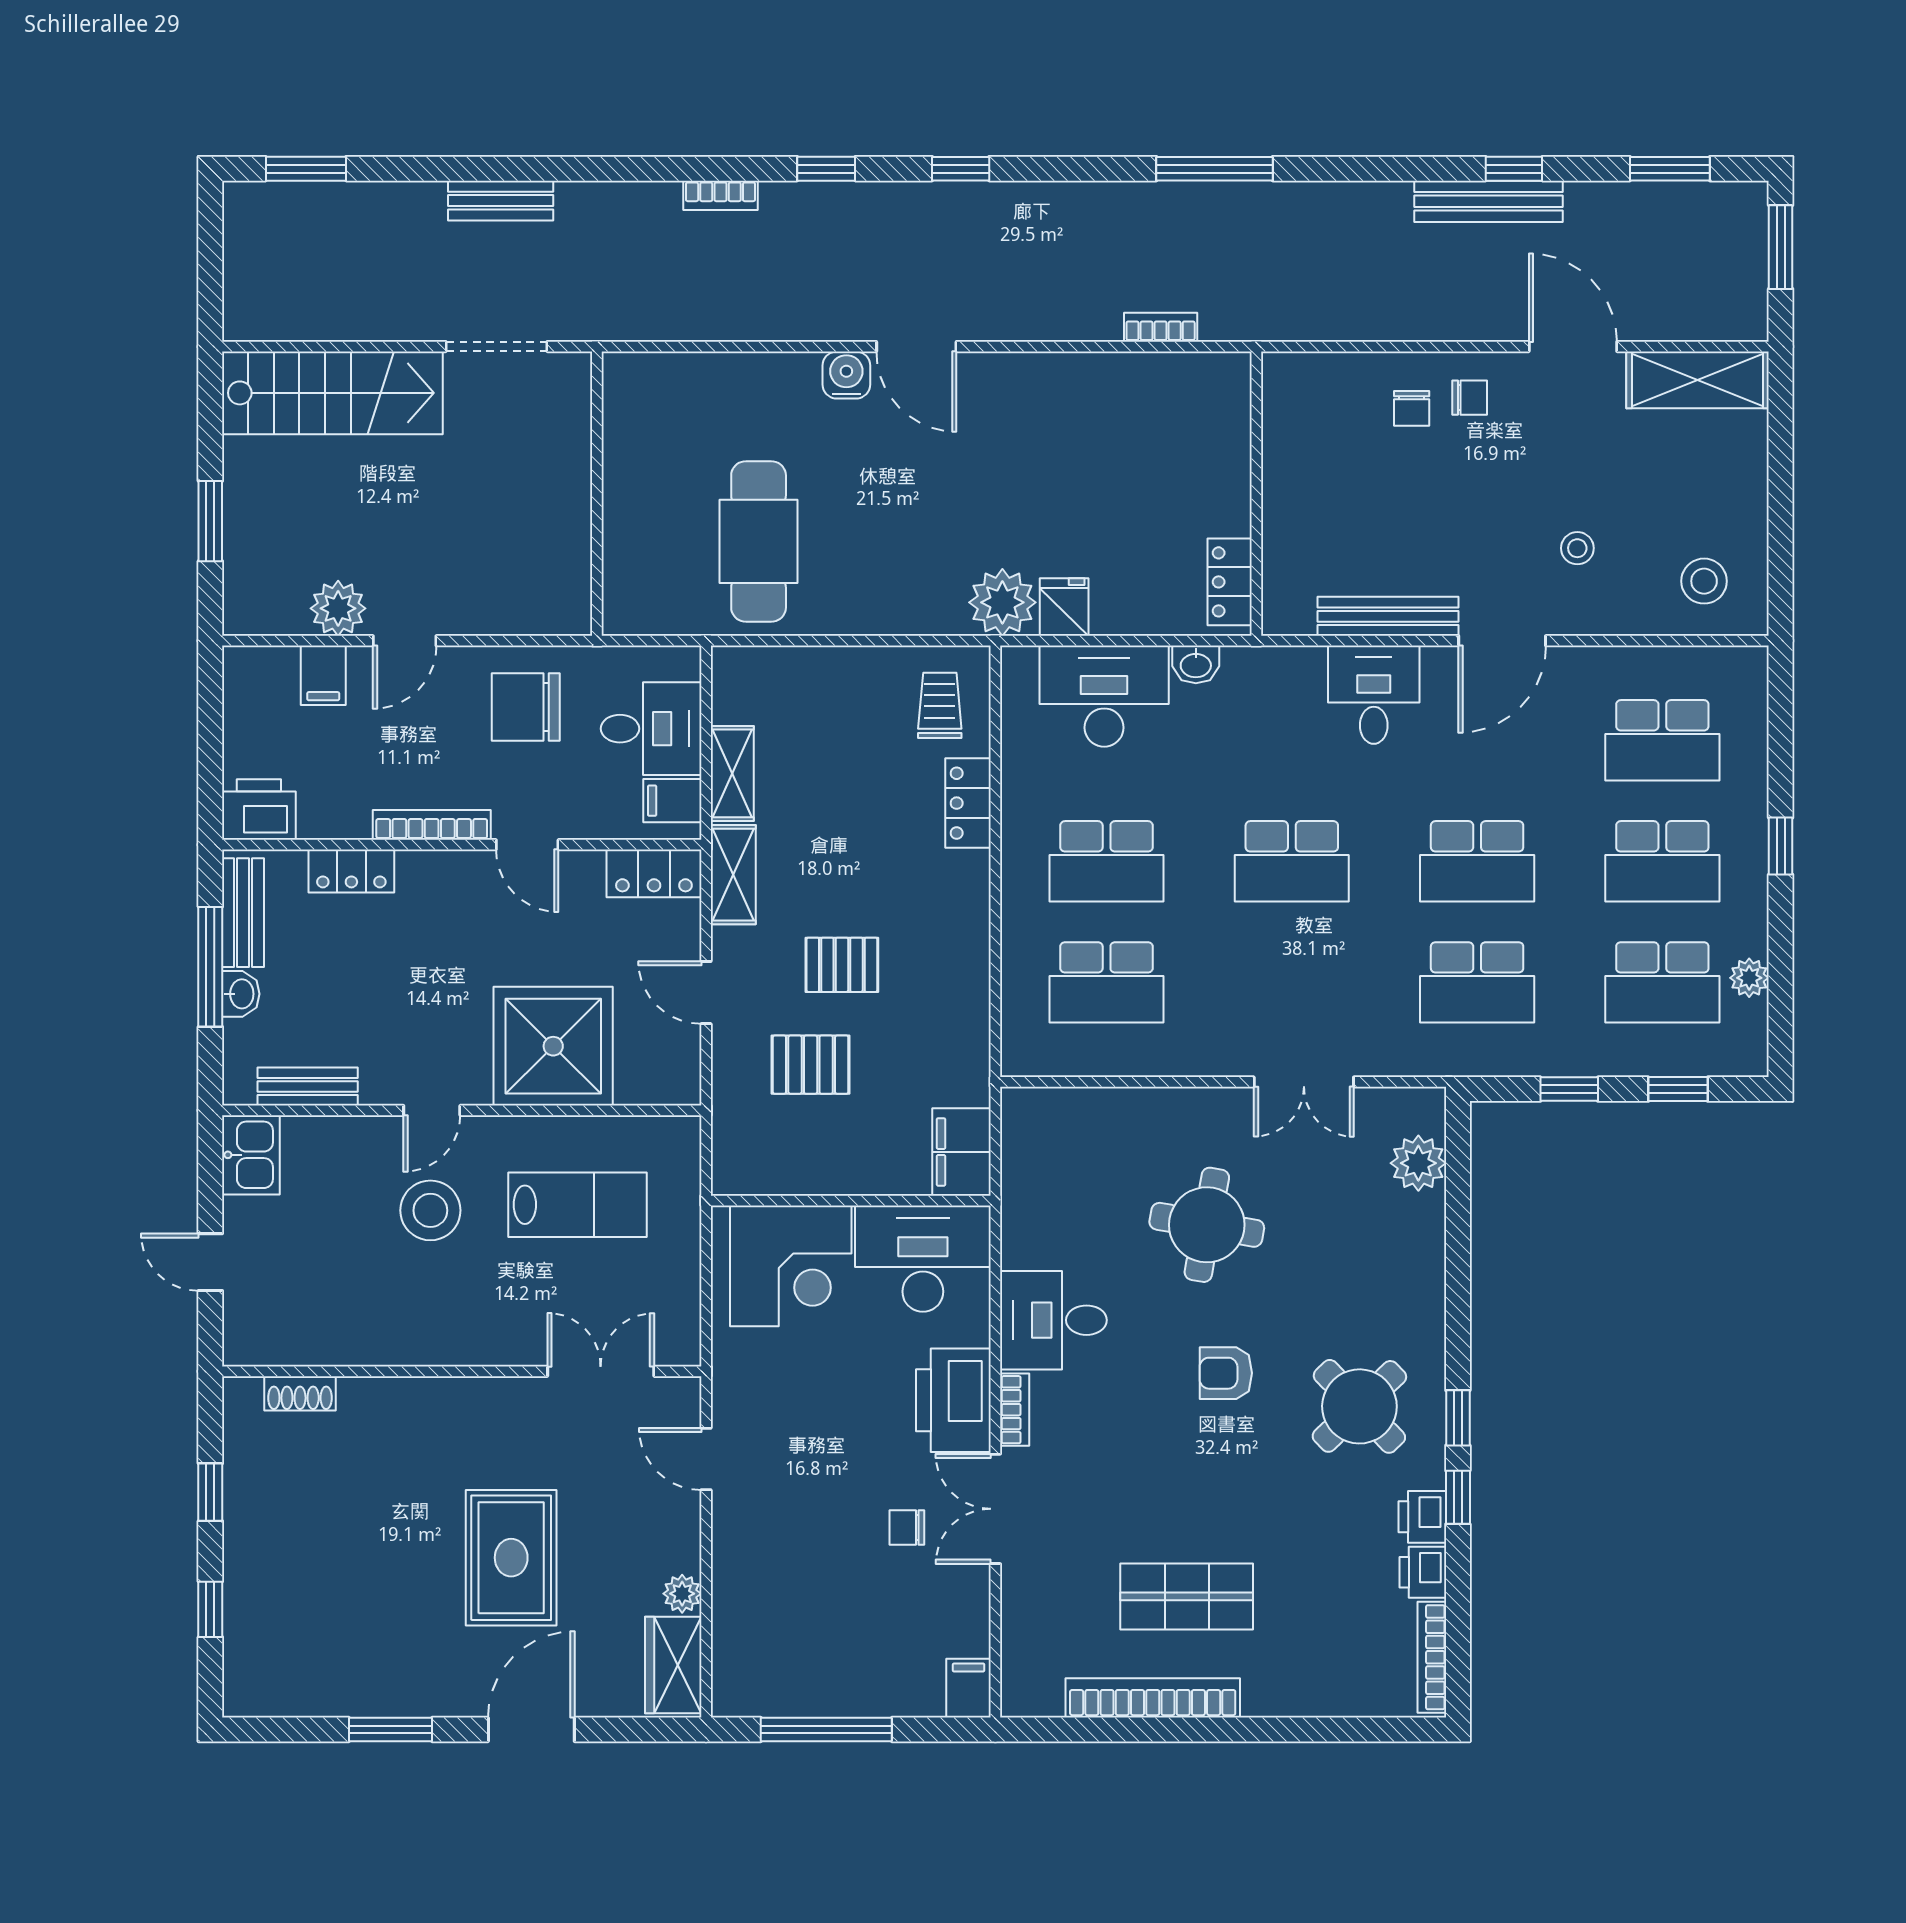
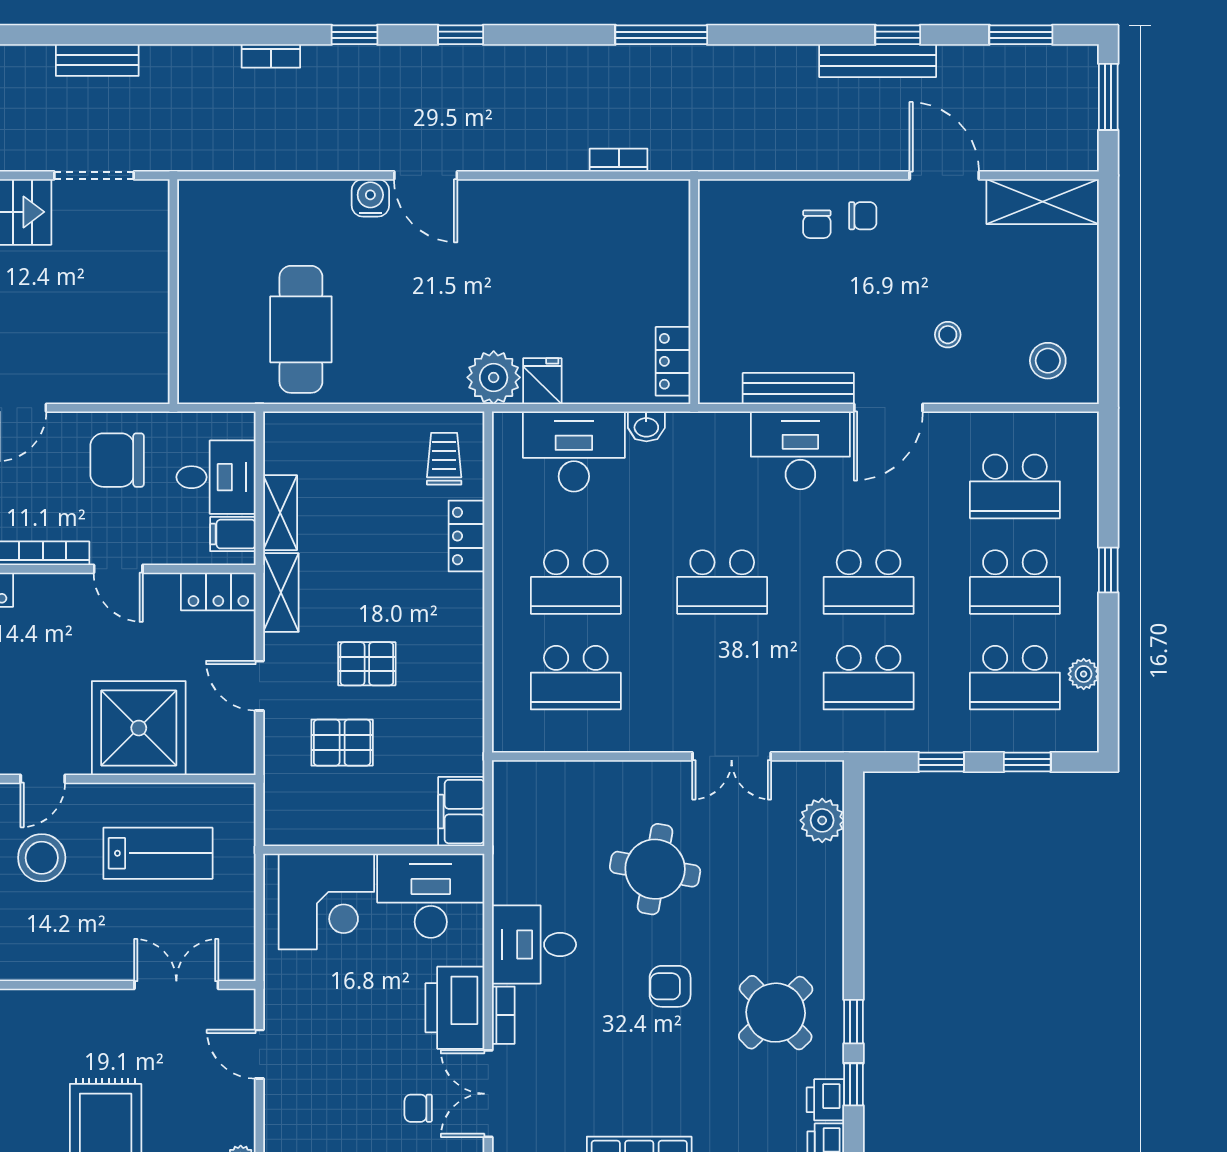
desk: (1374, 695) -> (800, 450), width x1.37

